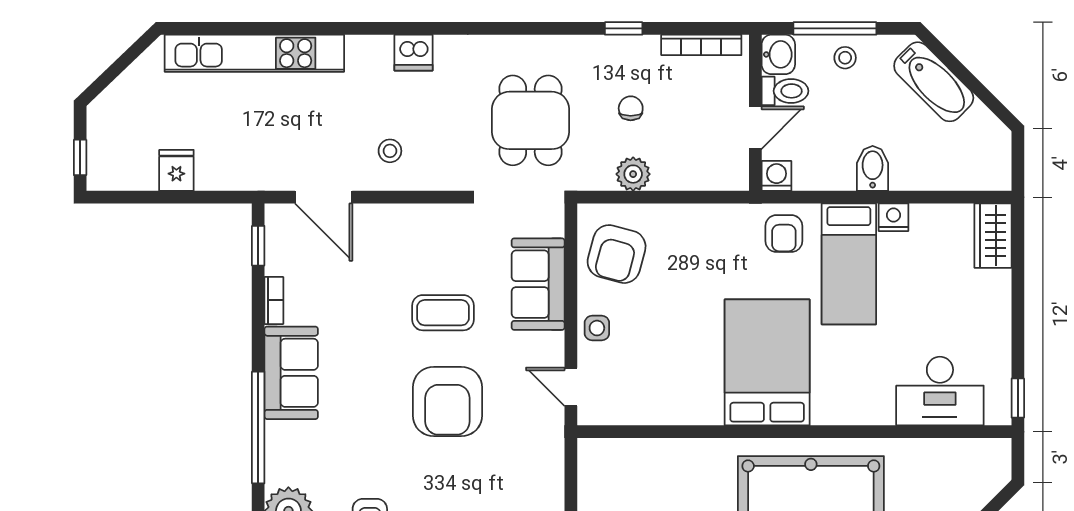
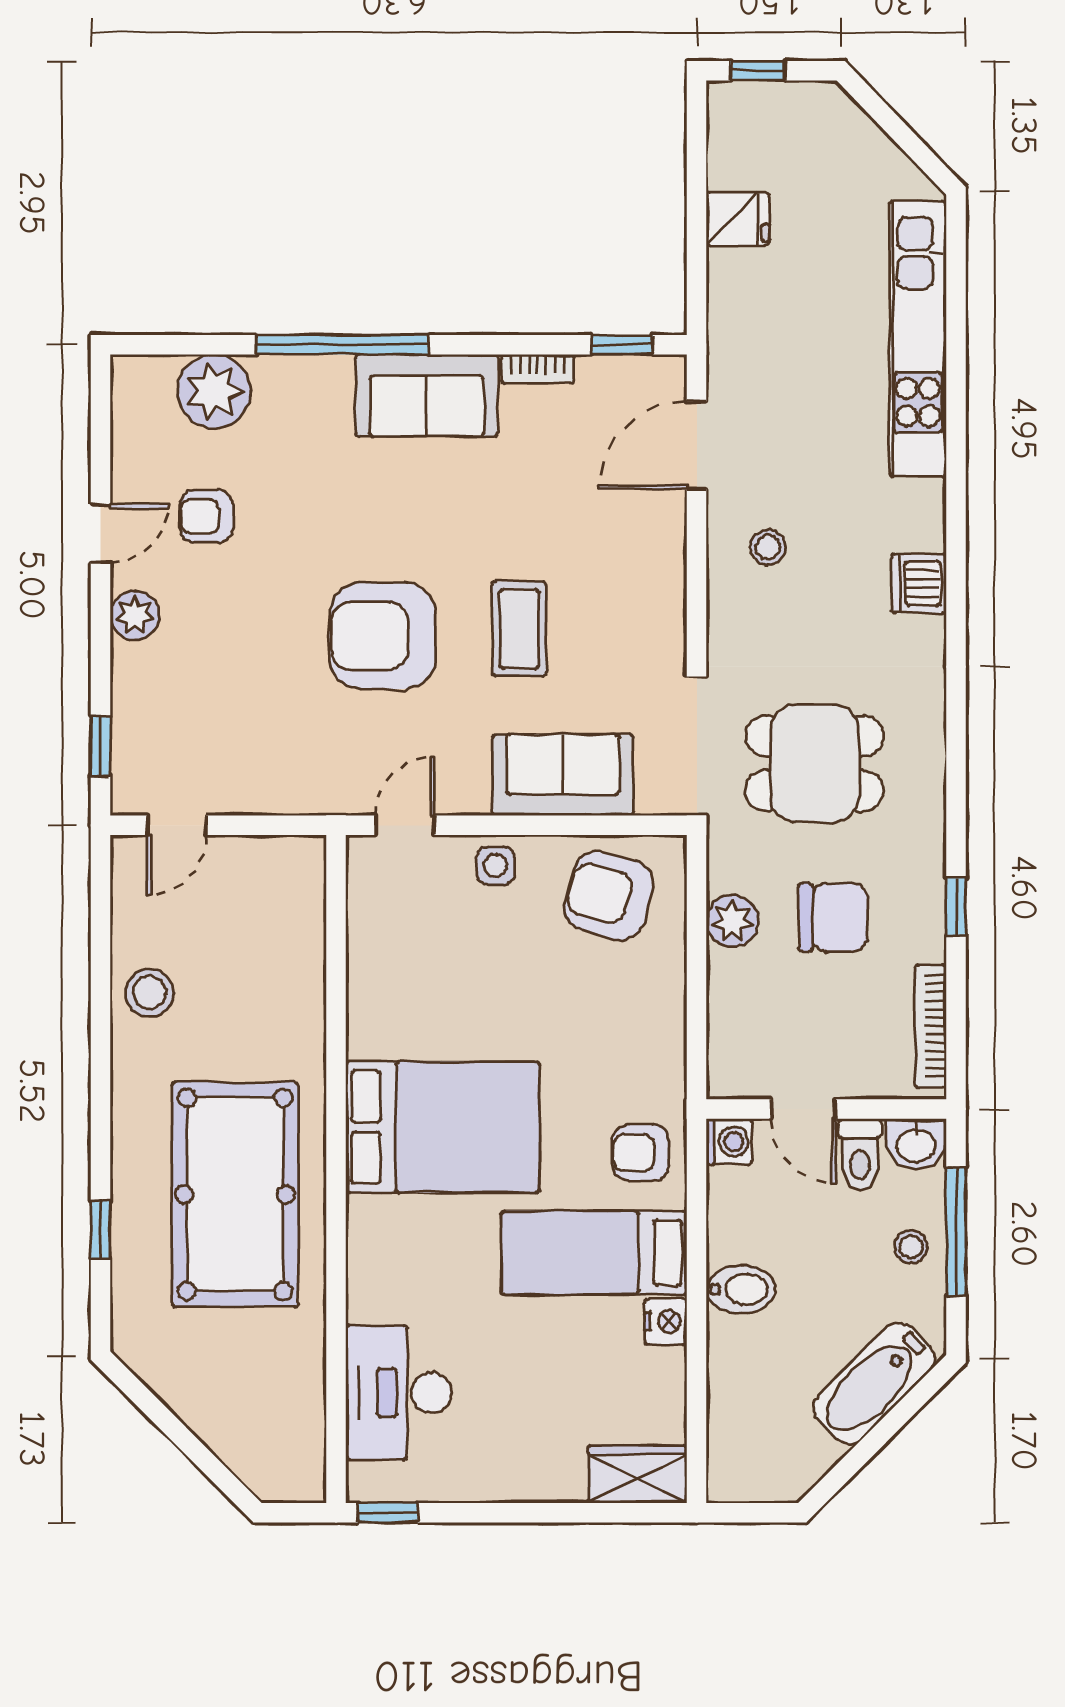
chair: (631, 108) -> (833, 917), width x1.87, depth x1.87

